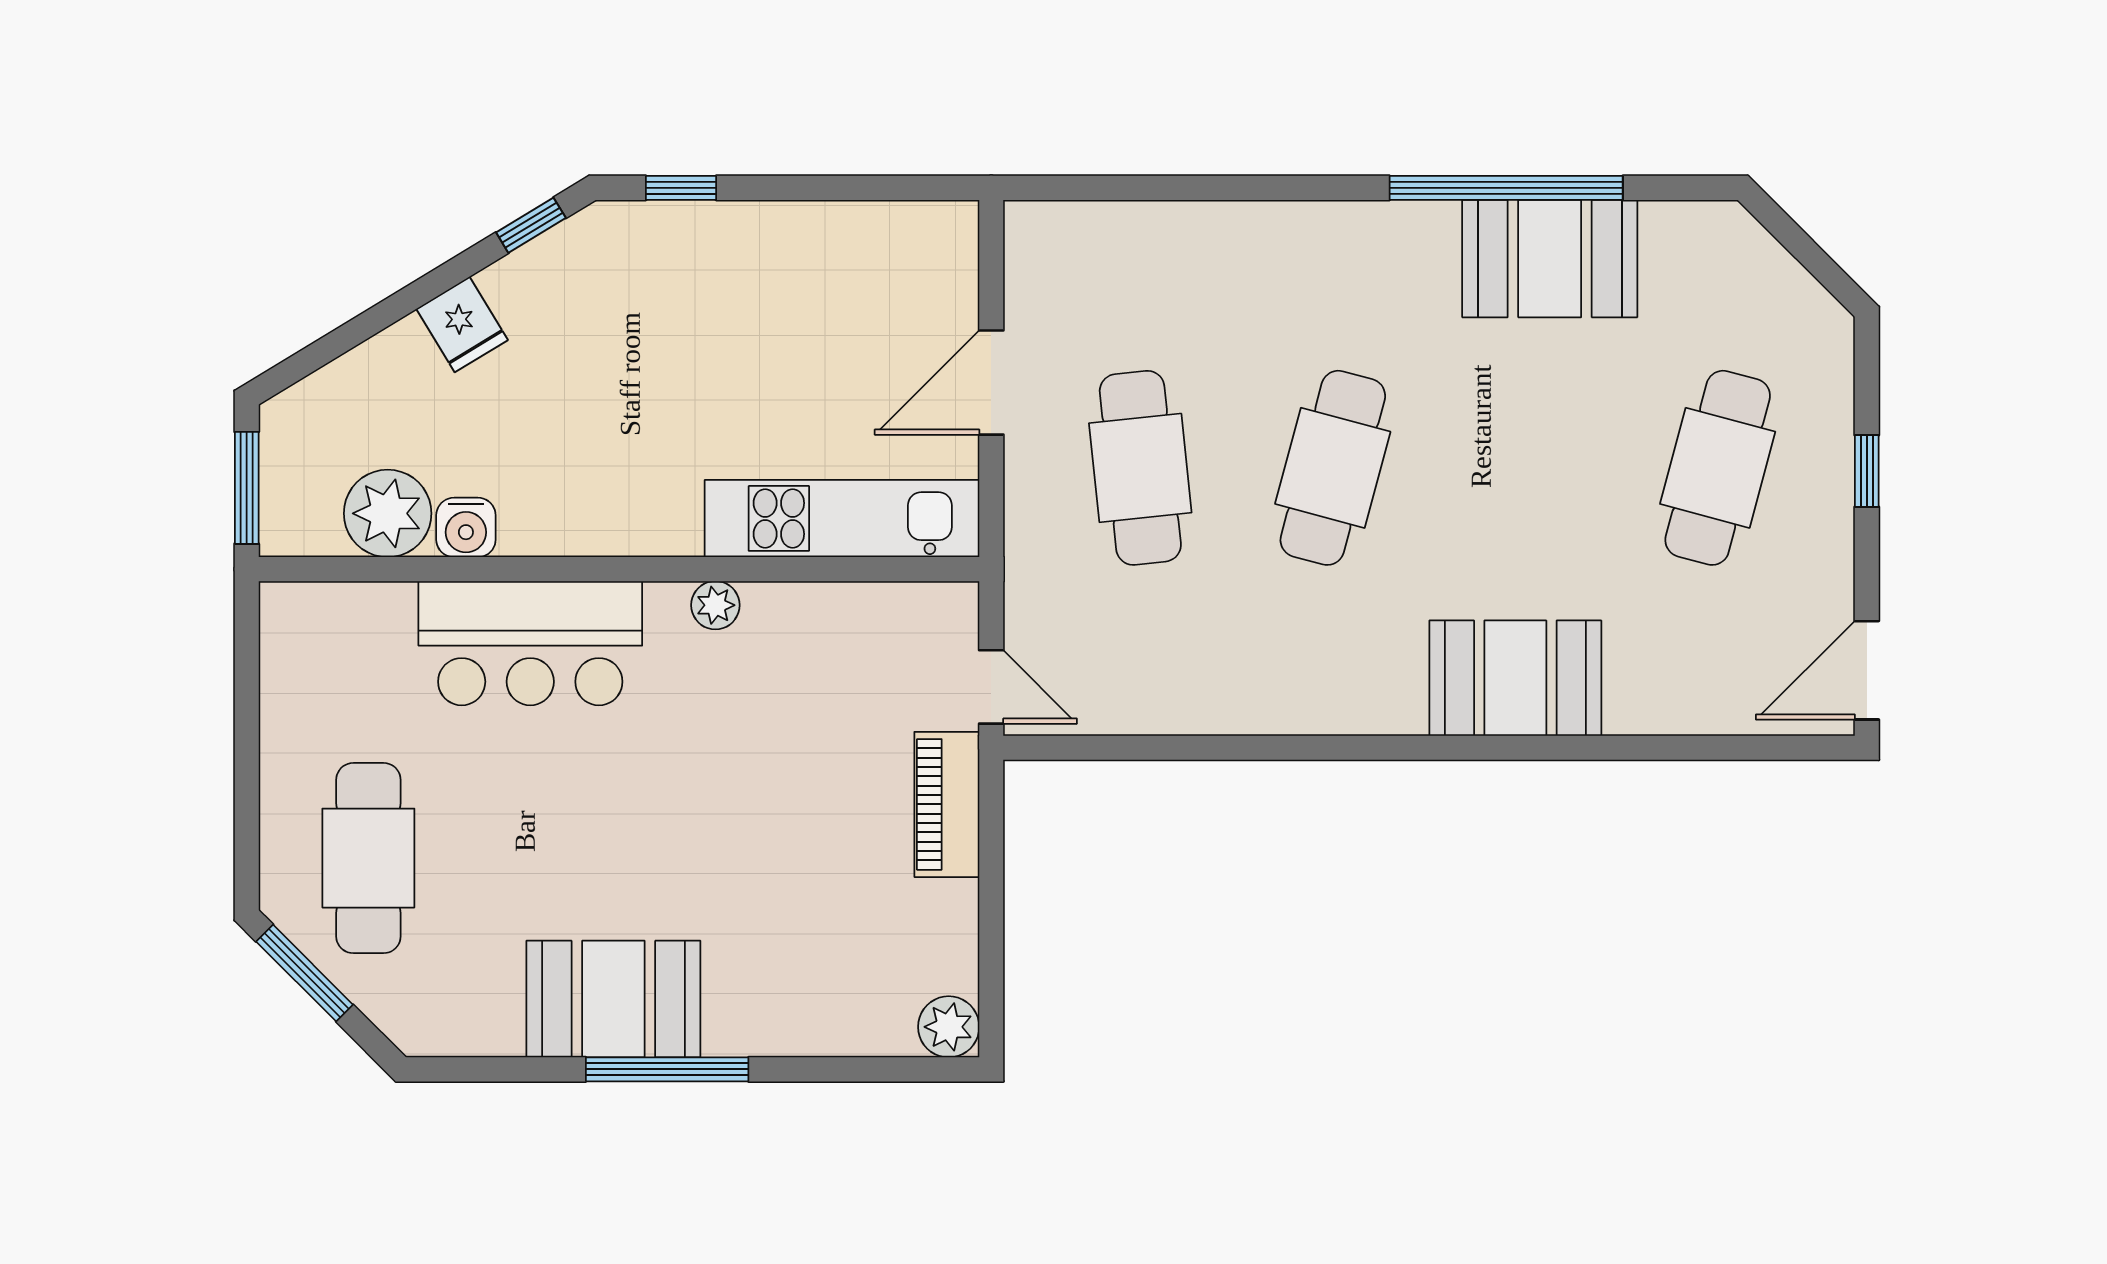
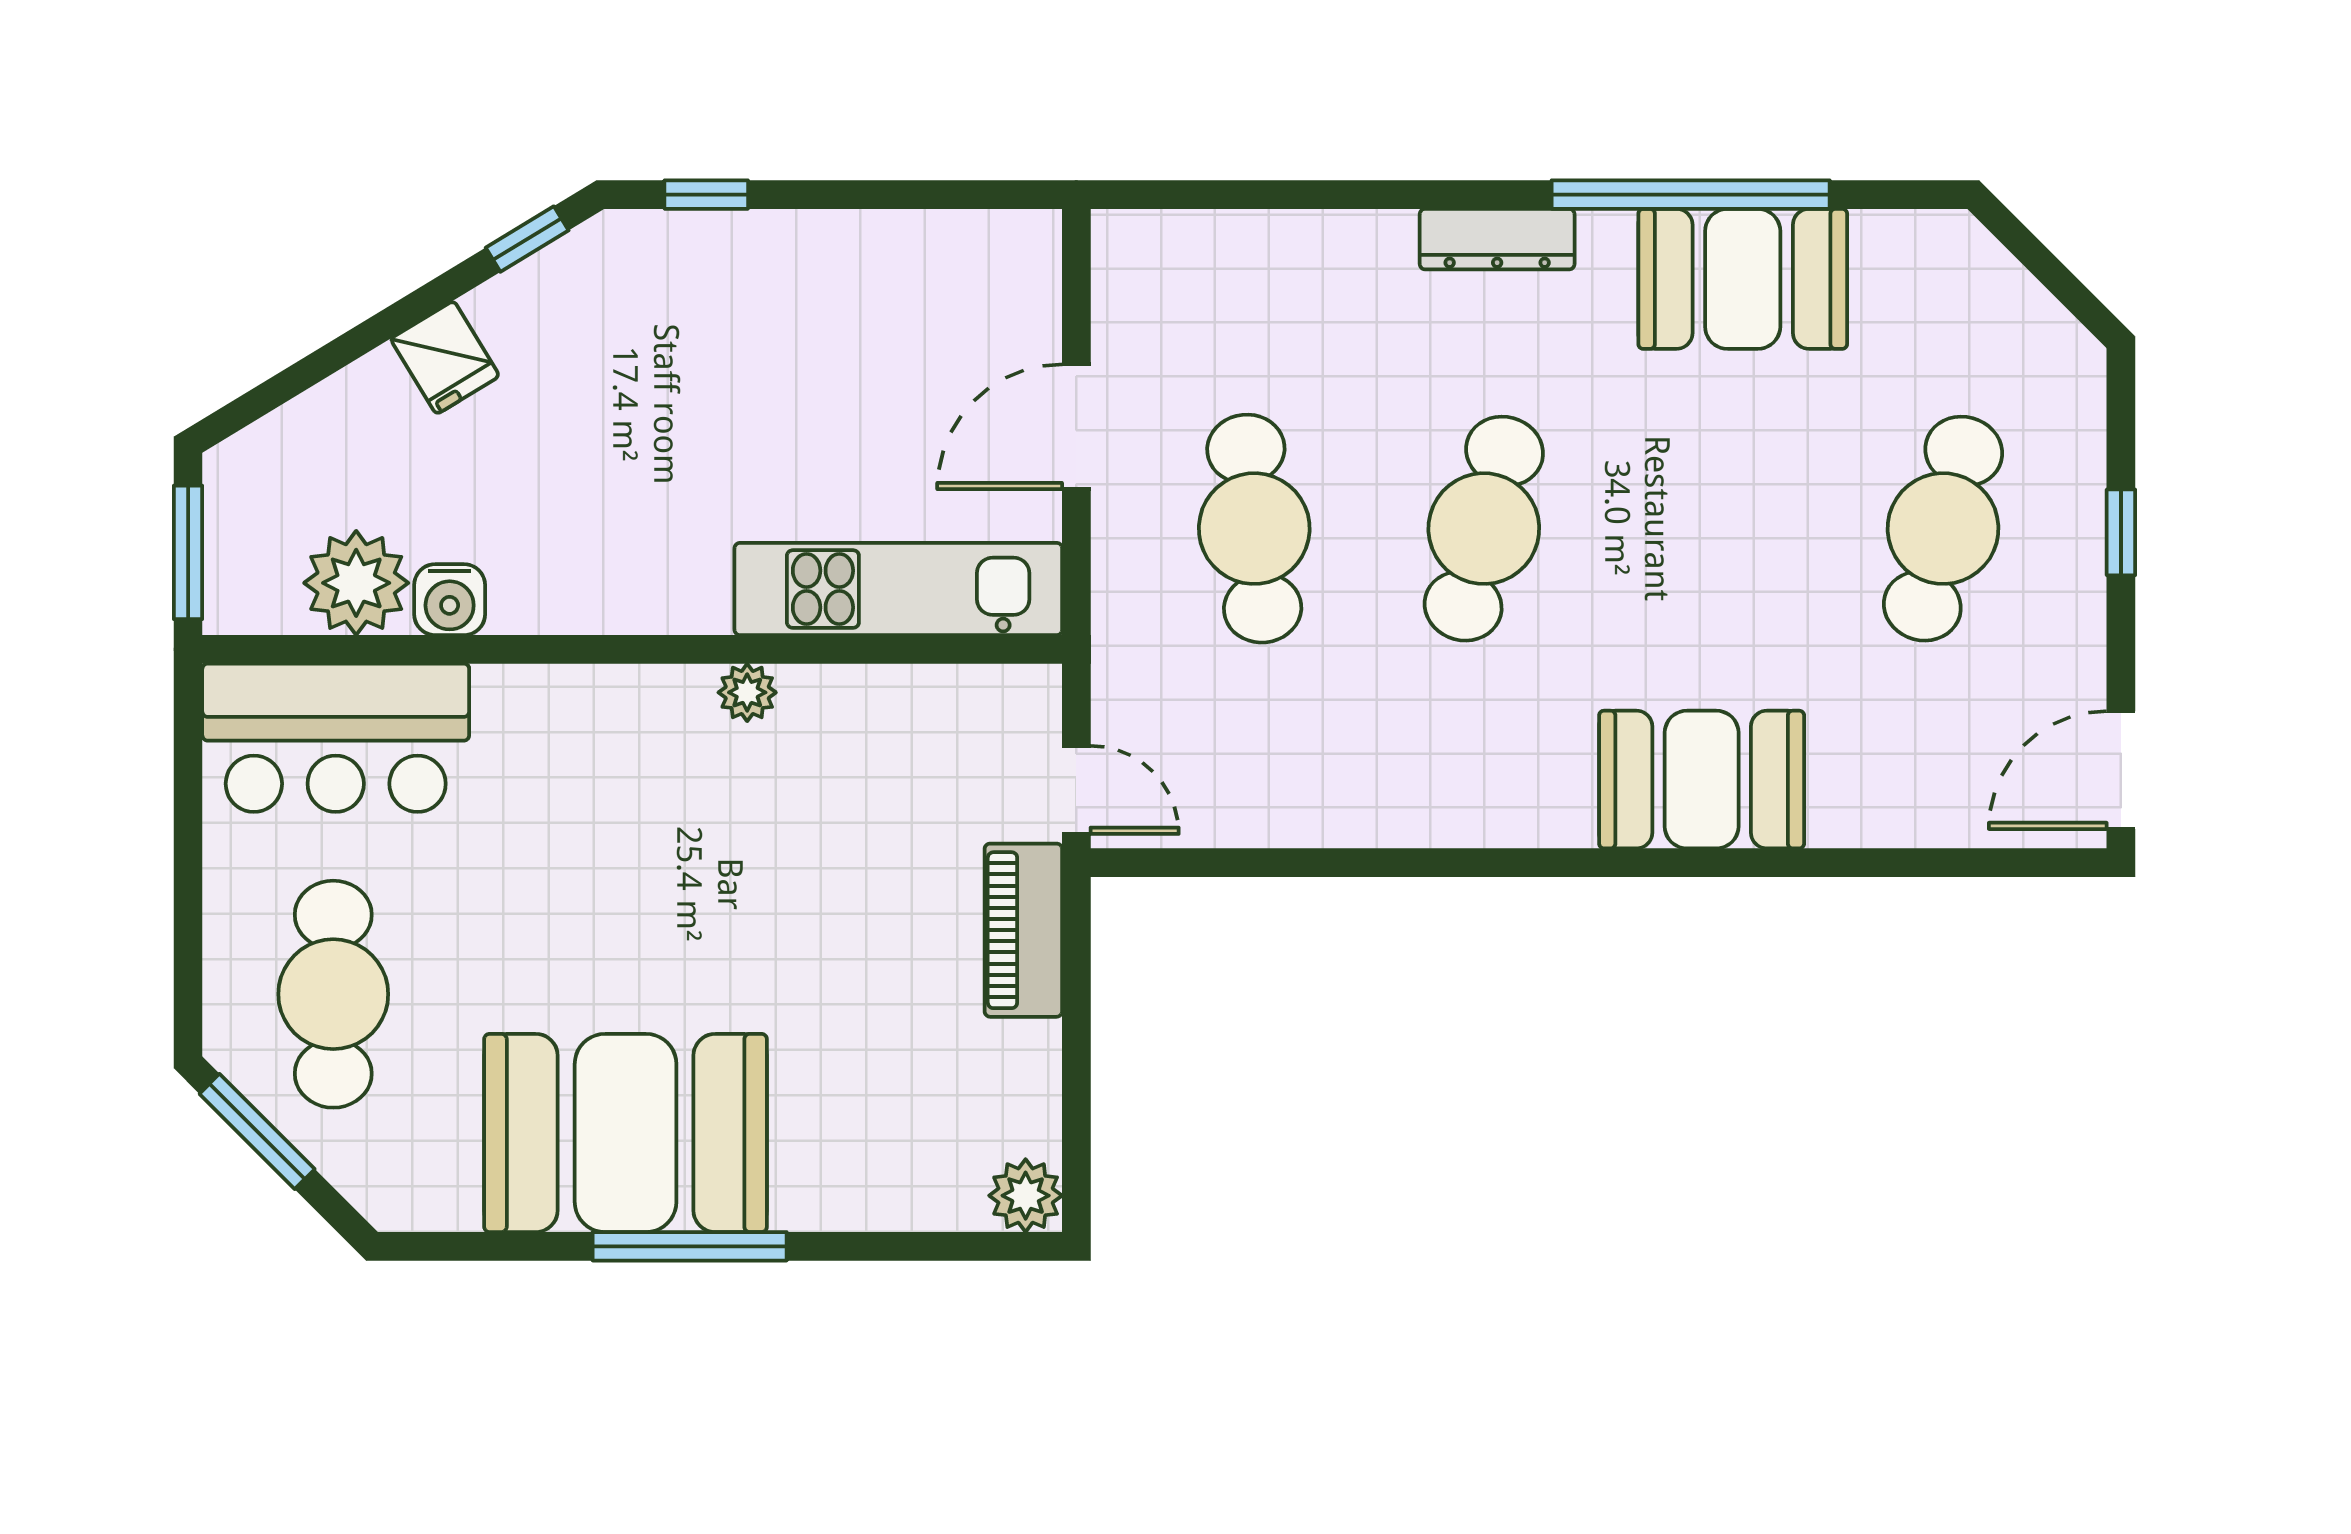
dresser: (1344, 225) -> (1497, 239), added
bar counter: (530, 643) -> (336, 738), moved
booth: (613, 999) -> (626, 1133), width x1.36, depth x1.42

